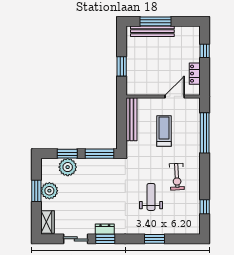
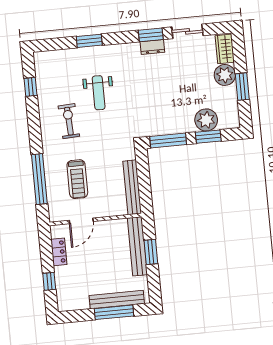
bench: (132, 72) -> (137, 246), added
treadmill: (164, 131) -> (77, 179), moved
plant: (49, 191) -> (225, 75), moved

